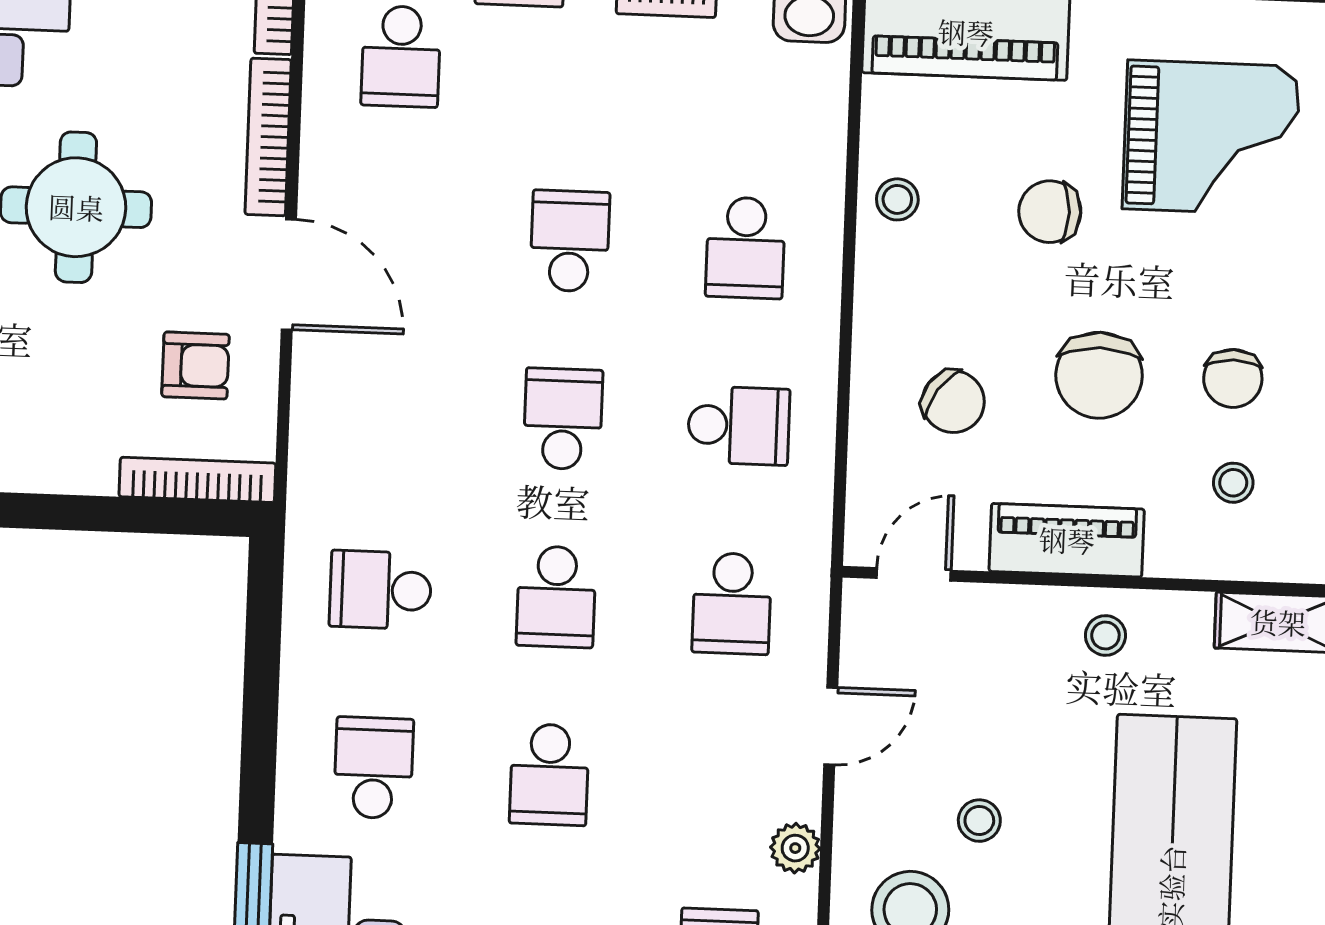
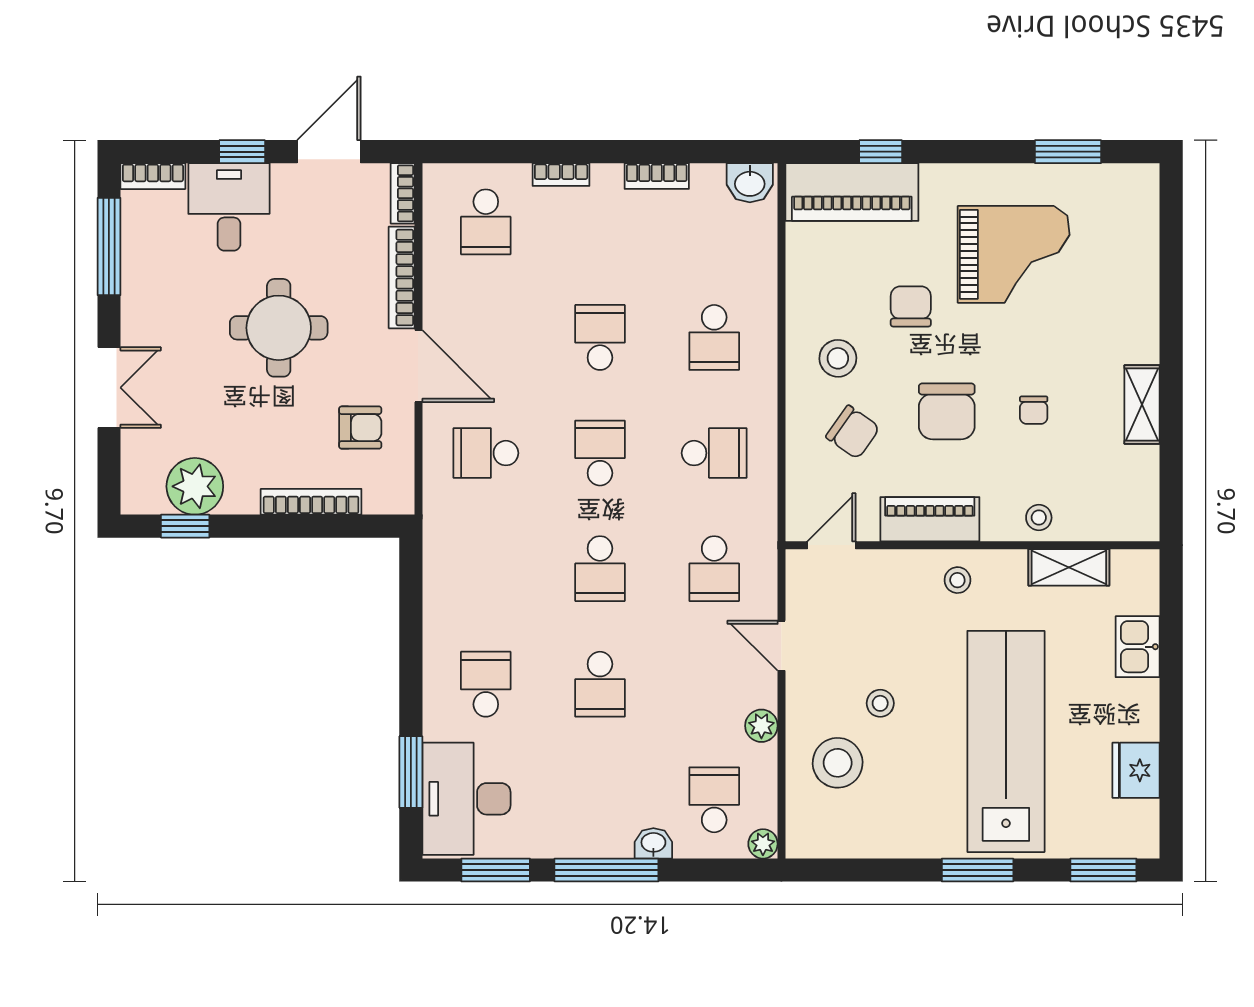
stool: (897, 199) -> (838, 358), moved, width x1.37, depth x1.37
chair: (1050, 212) -> (911, 306), turned 90
chair: (1233, 378) -> (1034, 410), width x0.73, depth x0.73
bookcase: (197, 480) -> (311, 502), moved
stool: (1233, 483) -> (1039, 518), moved
school desk: (380, 590) -> (486, 453), moved
door: (831, 726) -> (781, 646), swing flipped

